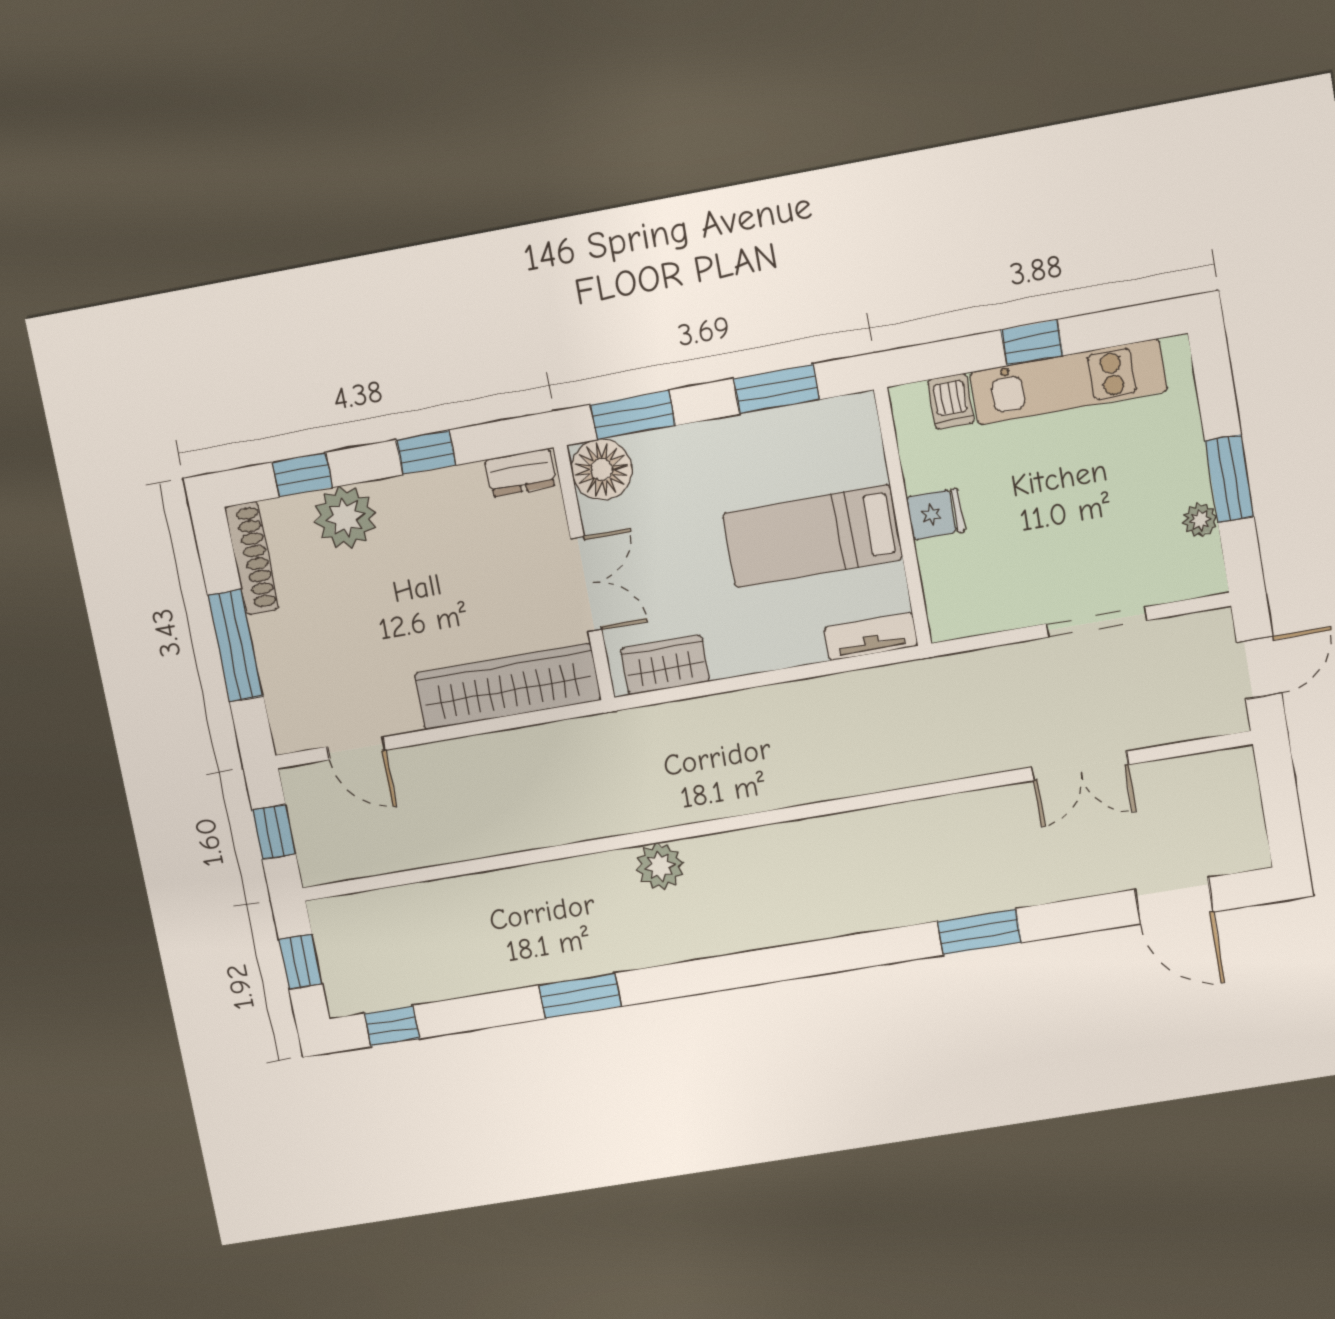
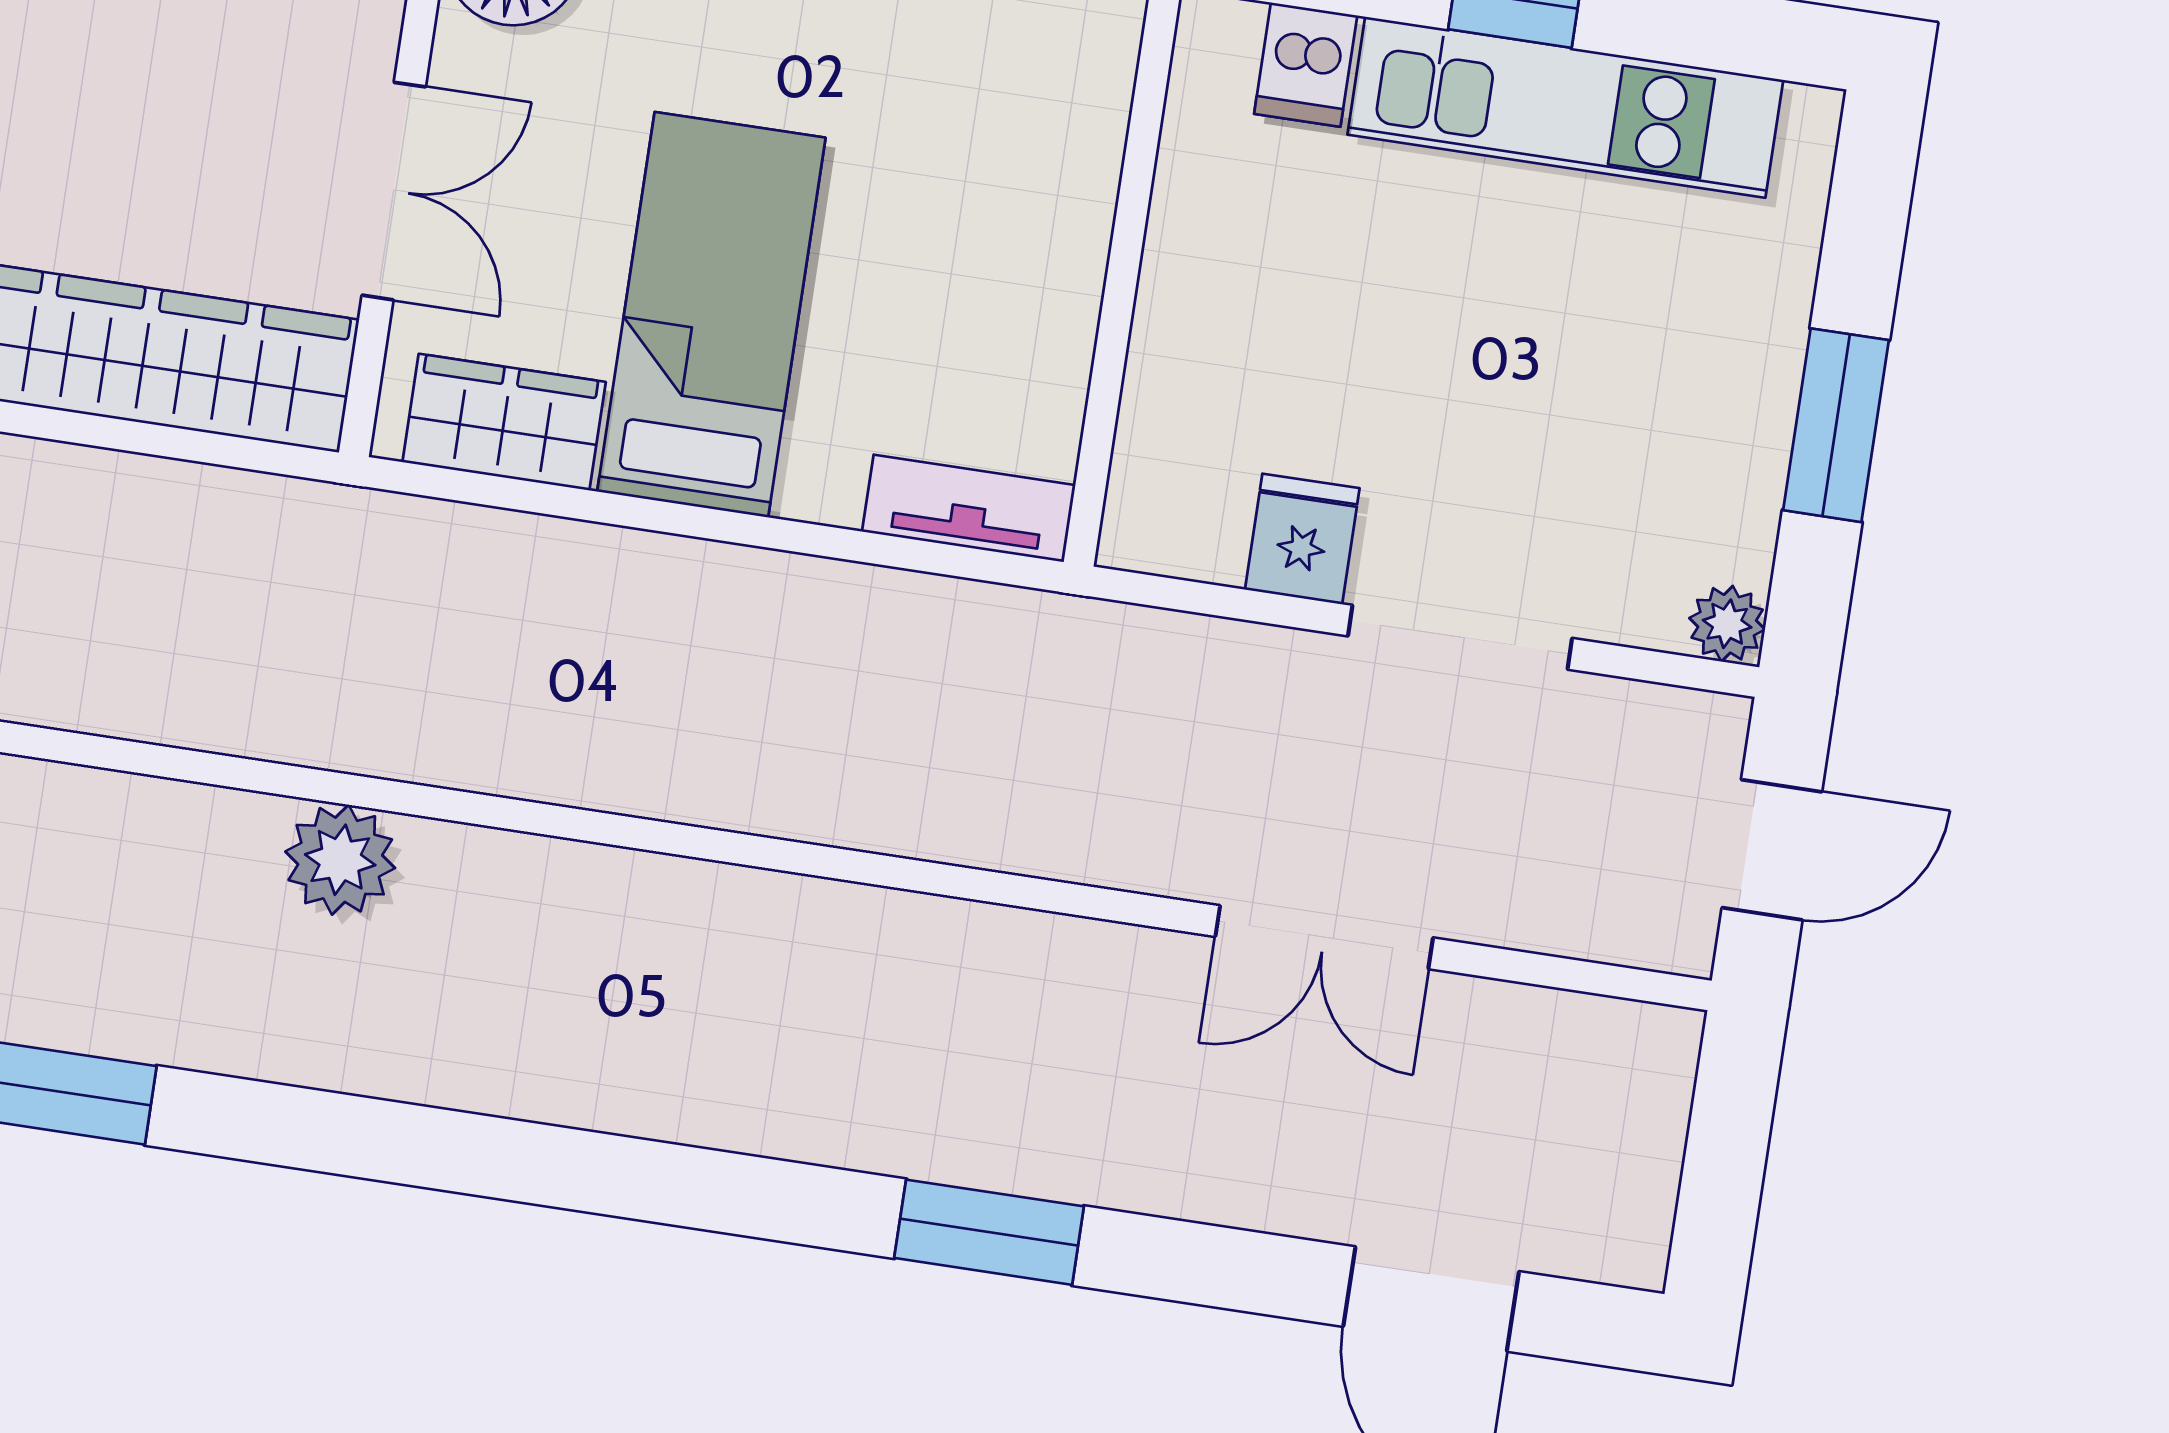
fridge: (935, 514) -> (1302, 539), moved, turned -90
plant: (1200, 520) -> (1727, 624), moved
bed: (813, 536) -> (711, 315), moved, turned 90

